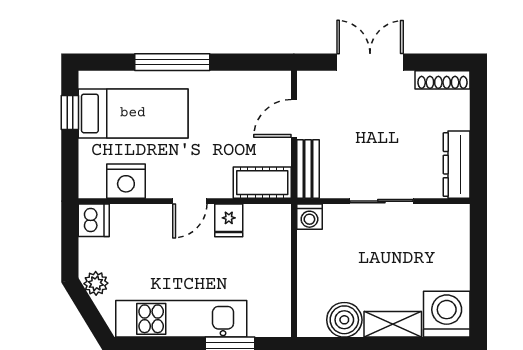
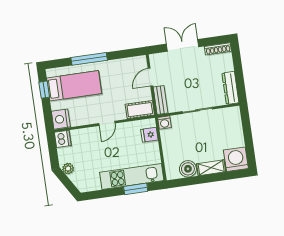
nightstand: (126, 181) -> (61, 119), moved, turned 90
fridge: (229, 220) -> (149, 135), moved, turned 90
kitchen unit: (181, 319) -> (132, 176), moved

